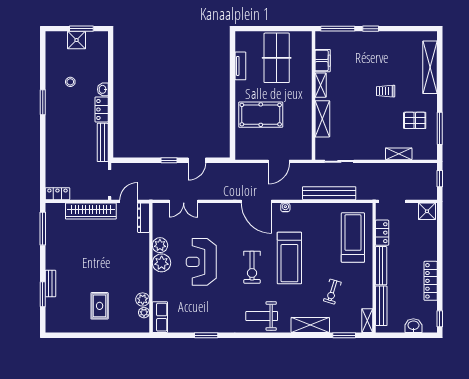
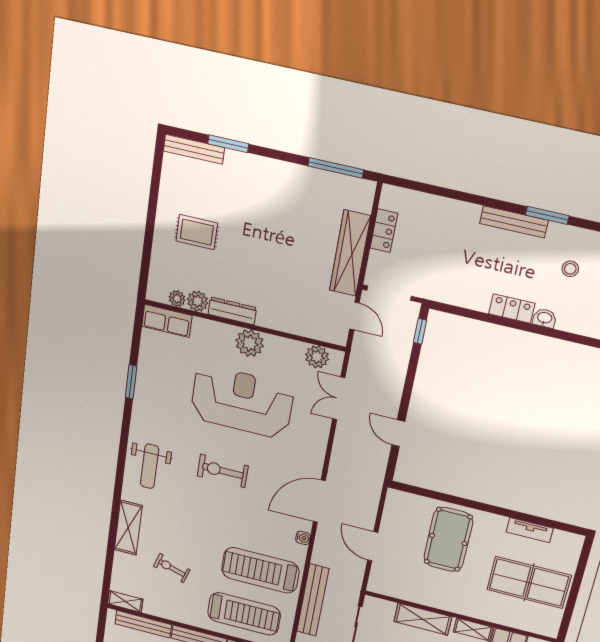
bench: (103, 142) -> (514, 222), moved
window: (169, 160) -> (420, 331), moved
locker: (57, 194) -> (384, 231), moved
dresser: (144, 218) -> (232, 311), moved
plant: (160, 245) -> (317, 357), moved
treadmill: (289, 258) -> (260, 570), moved
reception desk: (201, 262) -> (242, 402), width x1.36, depth x1.30
bench: (50, 284) -> (194, 149), moved, width x1.36
weight bench: (262, 316) -> (150, 466), turned 180
window: (344, 335) -> (109, 567), removed

